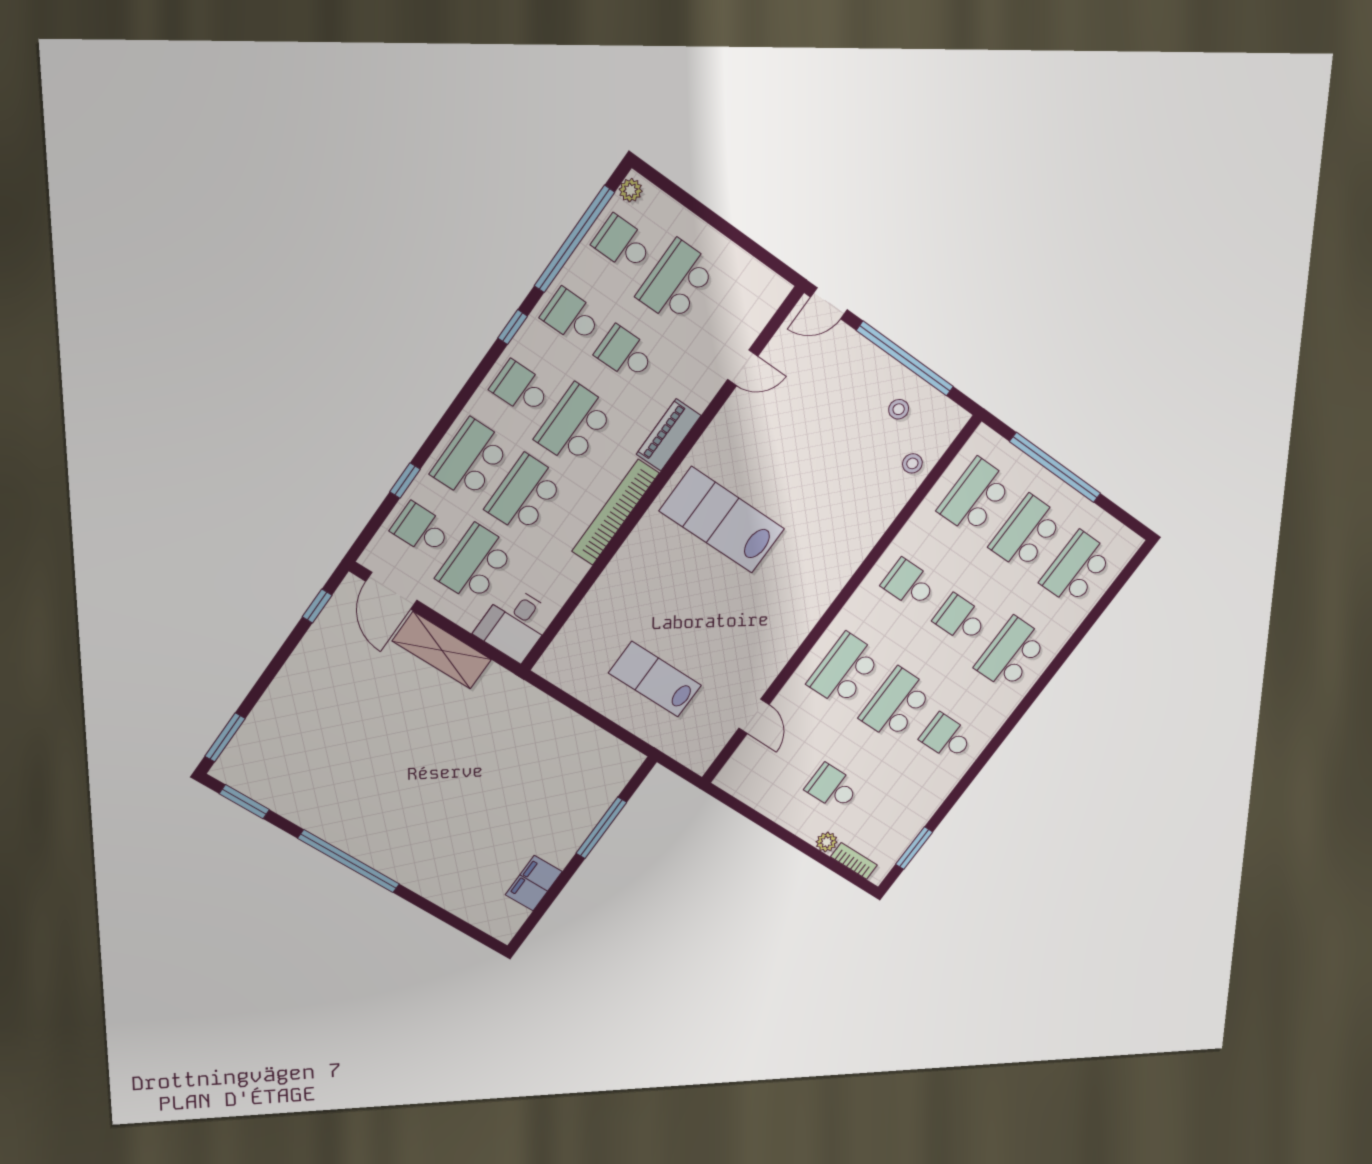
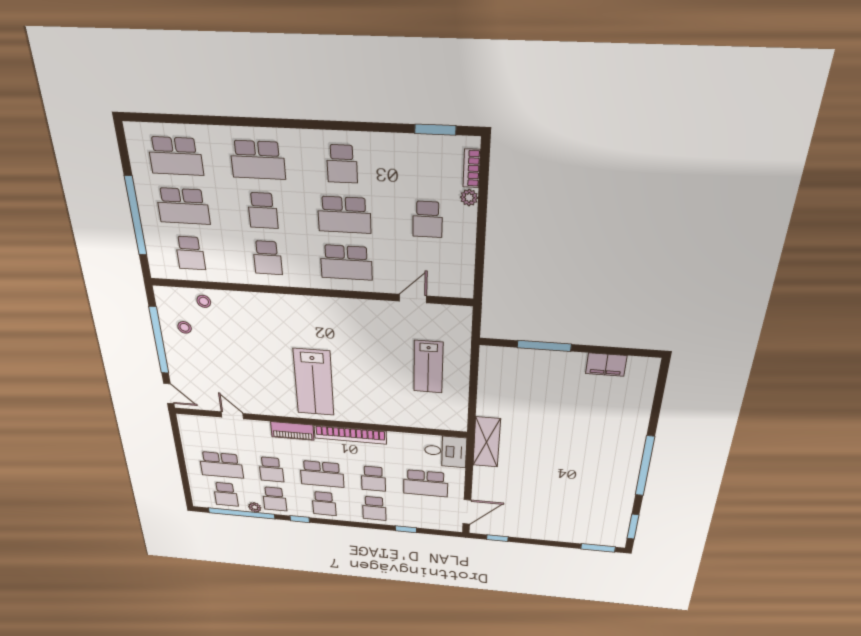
plant: (631, 190) -> (255, 507), moved
school desk: (471, 459) -> (374, 508), width x0.54
school desk: (525, 494) -> (373, 479), width x0.54
school desk: (975, 496) -> (190, 253), width x0.54
school desk: (421, 529) -> (425, 513), removed
shelving: (442, 650) -> (487, 442), moved

